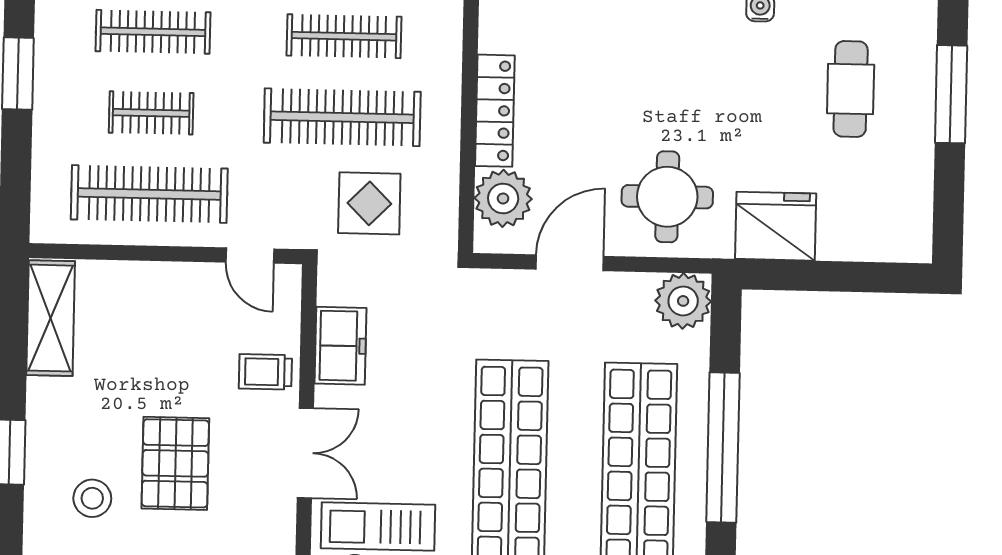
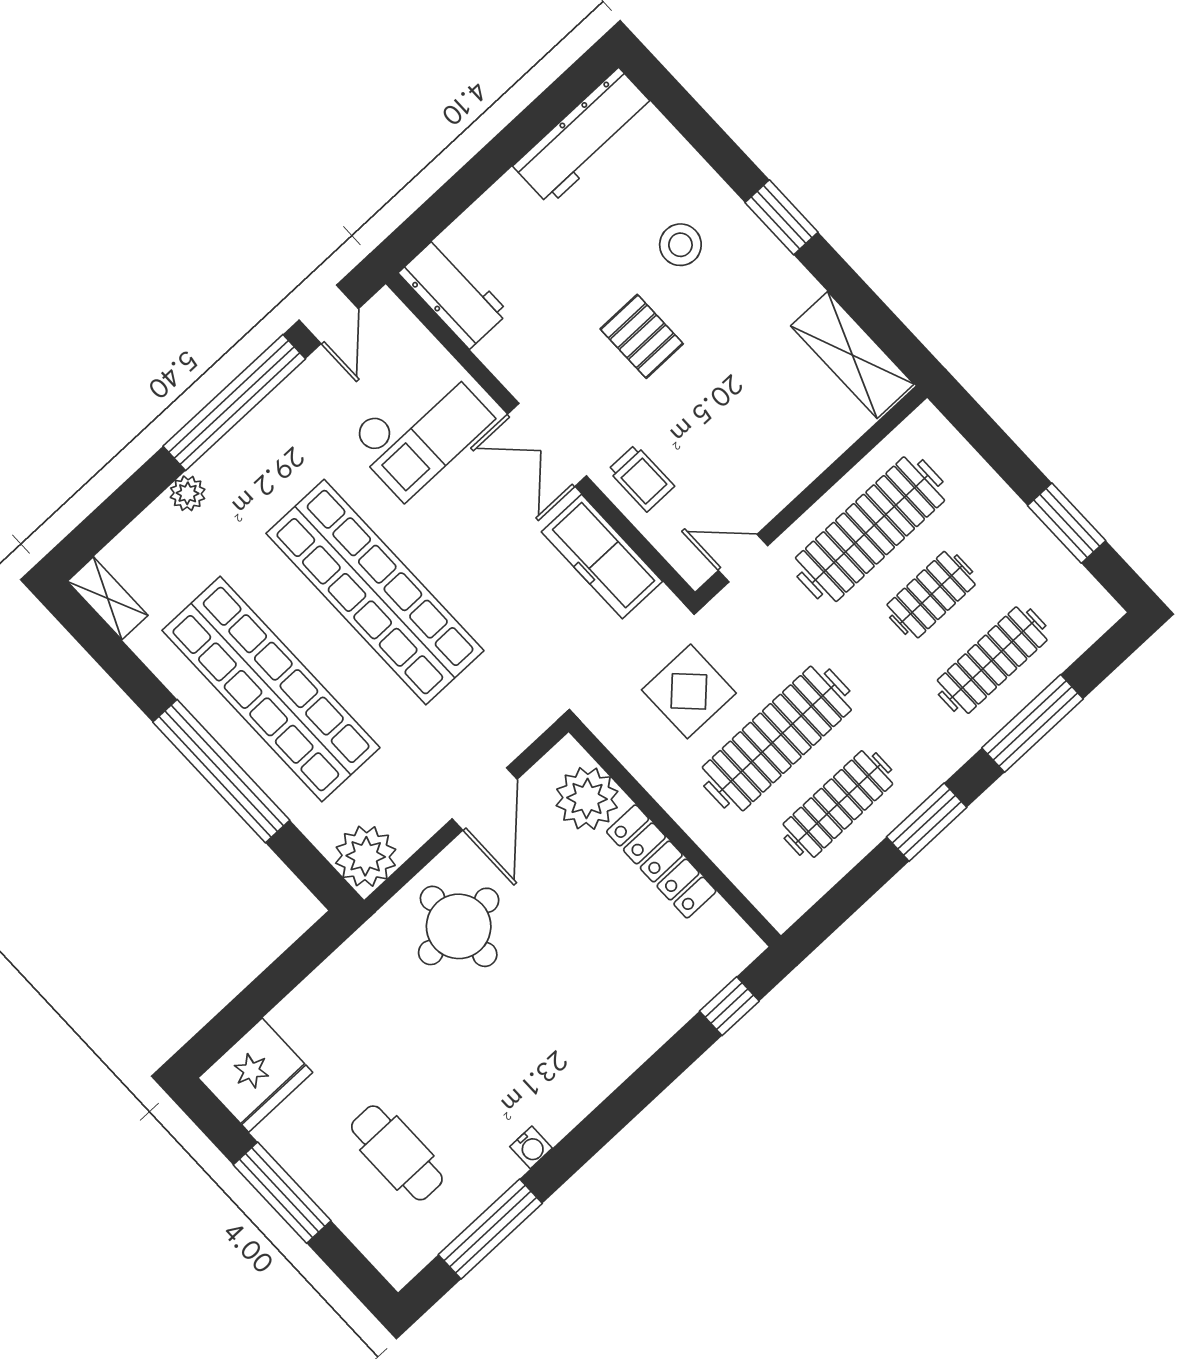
window: (951, 94) -> (282, 1193), moved
fridge: (776, 226) -> (255, 1075), moved
freezer: (340, 346) -> (602, 557), width x1.40
trolley: (265, 372) -> (641, 478), turned 90
pallet: (175, 463) -> (642, 336), width x0.67, depth x0.71

